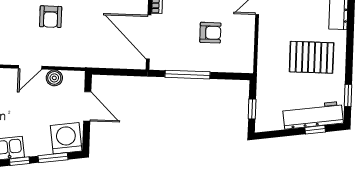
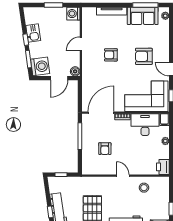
door: (30, 67) -> (81, 44), hinge flipped
boiler: (54, 78) -> (75, 71), moved

